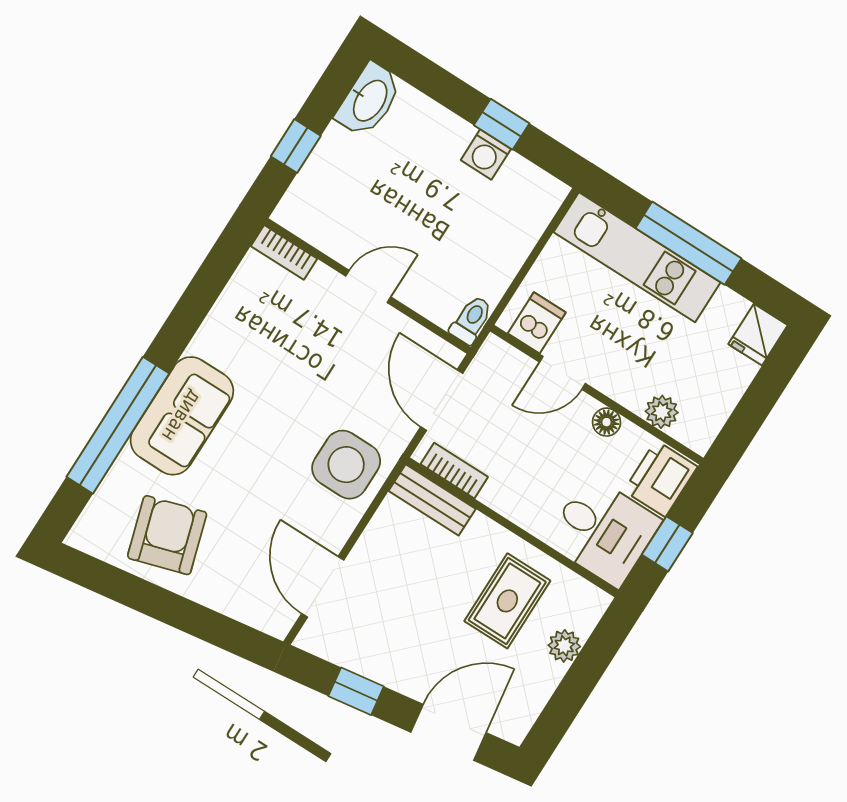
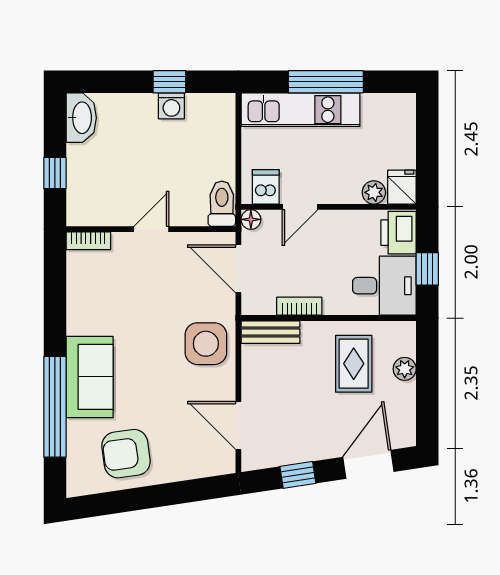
toilet: (471, 320) -> (222, 204), width x1.37, depth x1.39
fridge: (758, 335) -> (402, 187), moved, turned 180
floor lamp: (607, 422) -> (251, 219), moved
bookcase: (454, 471) -> (299, 306), moved
armchair: (167, 535) -> (126, 454), turned -81

